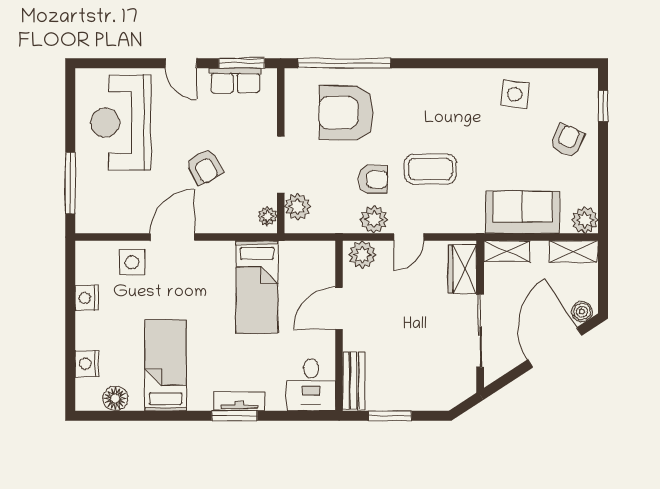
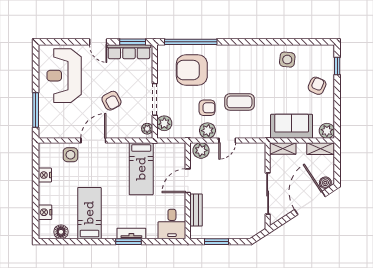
row of seats: (235, 80) -> (129, 52), width x1.48
wardrobe: (462, 269) -> (258, 159), removed
bench: (354, 381) -> (196, 210), moved

